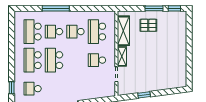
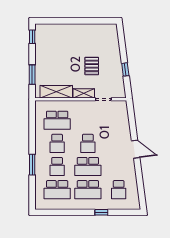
window: (56, 8) -> (32, 165), width x0.69
window: (154, 8) -> (32, 75), moved
pallet: (148, 25) -> (92, 66), moved
school desk: (97, 60) -> (88, 143), moved
window: (12, 88) -> (101, 212), moved

